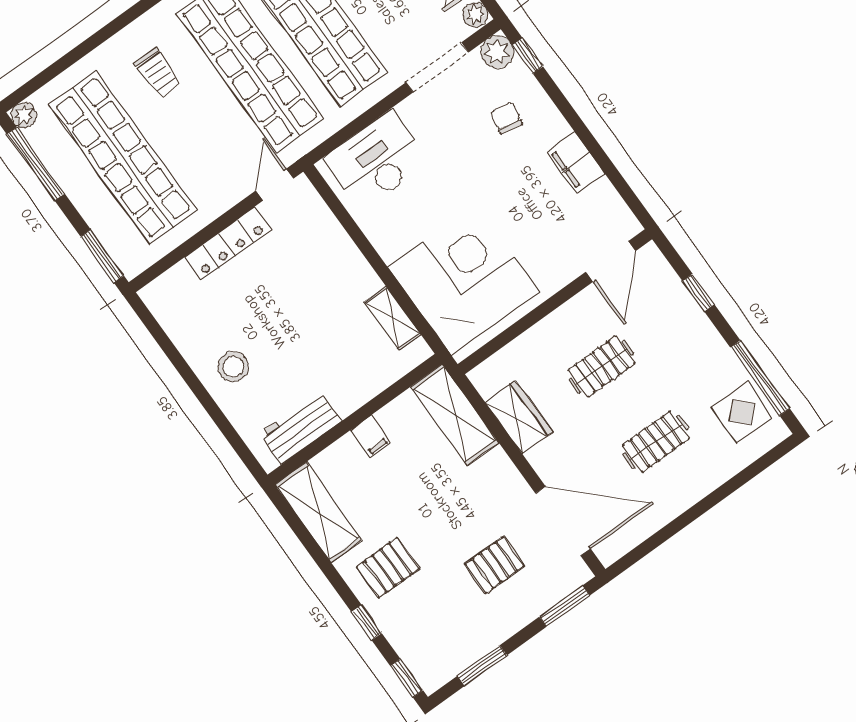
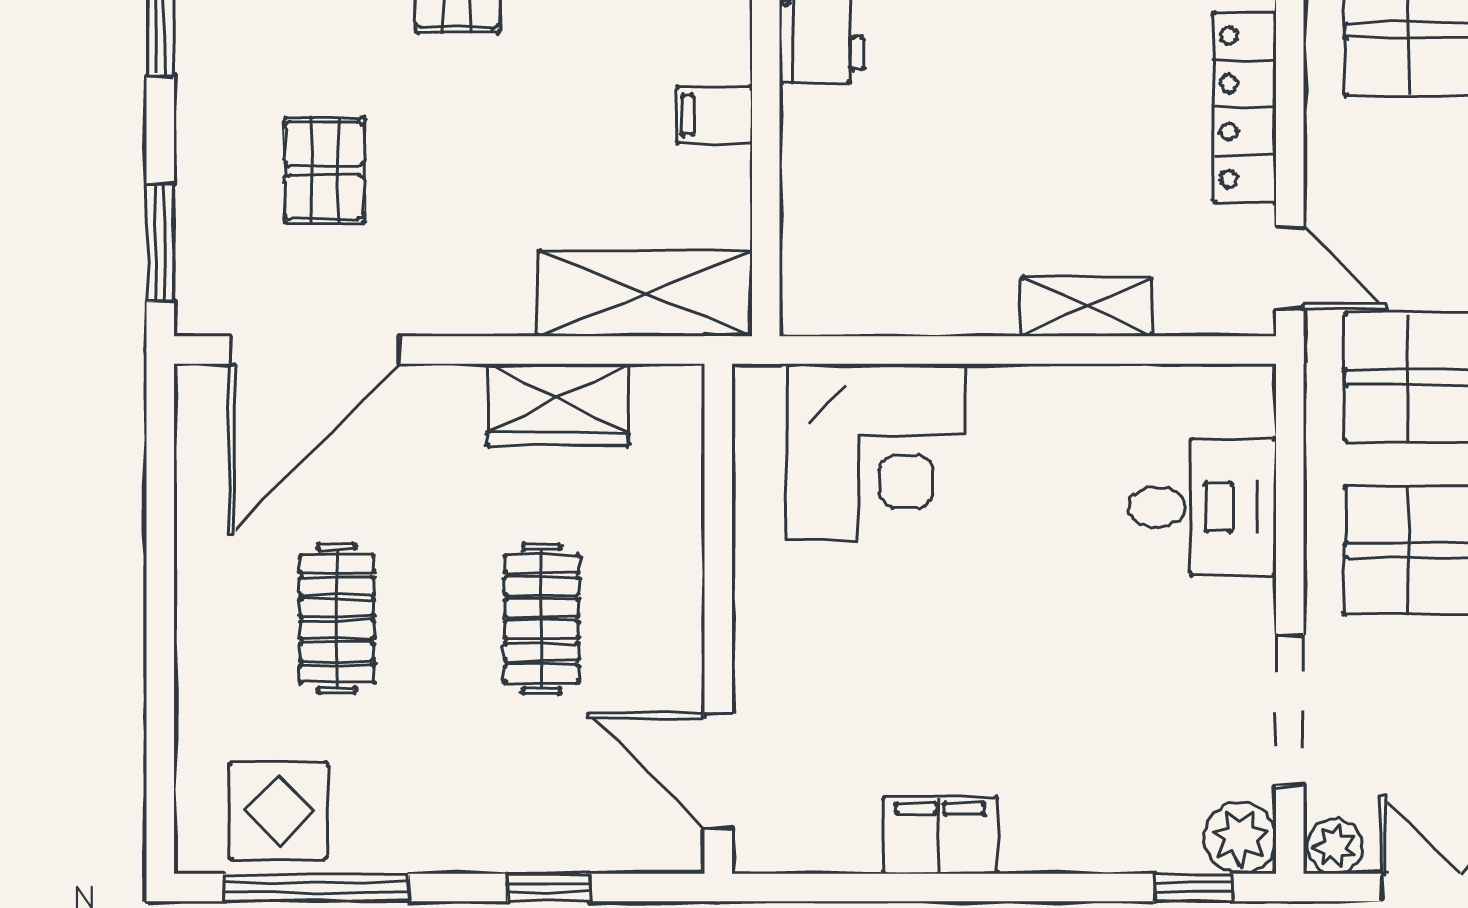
chair: (506, 118) -> (1110, 769), removed
desk: (376, 160) -> (1202, 507), width x0.73
corner desk: (464, 280) -> (876, 452), width x0.74, depth x0.74
shelving: (393, 318) -> (1086, 307), moved

